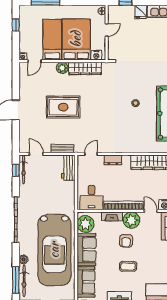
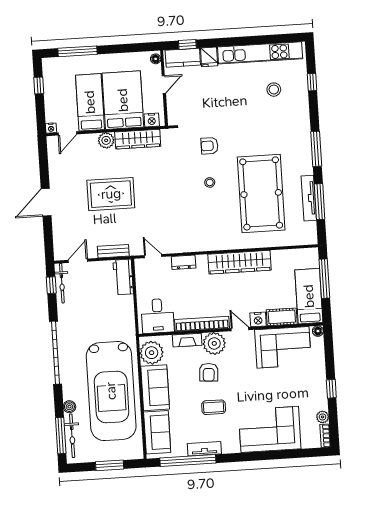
kitchen counter: (122, 11) -> (183, 58), added
armchair: (137, 77) -> (209, 146), added
door: (36, 154) -> (78, 261), hinge flipped
door: (91, 154) -> (153, 256), hinge flipped

